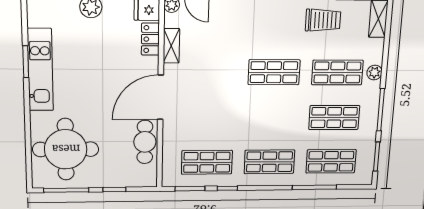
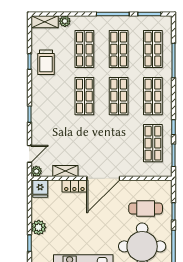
trolley: (323, 20) -> (46, 62), turned 180
locker: (150, 39) -> (74, 186), moved
plant: (374, 73) -> (65, 21), moved
door: (161, 97) -> (103, 178), hinge flipped
shop shelf: (272, 118) -> (119, 96), added
cafe table: (145, 142) -> (146, 208), moved

